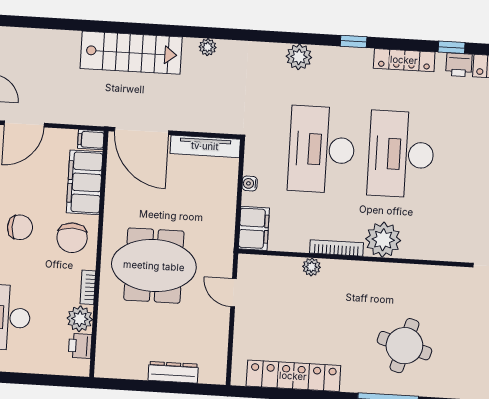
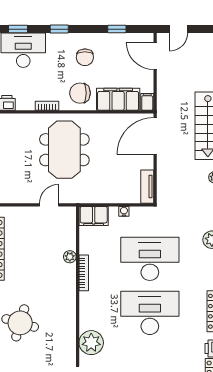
tv unit: (205, 146) -> (147, 187), width x0.71
plant: (383, 240) -> (91, 343), moved
plant: (80, 319) -> (25, 102), removed

